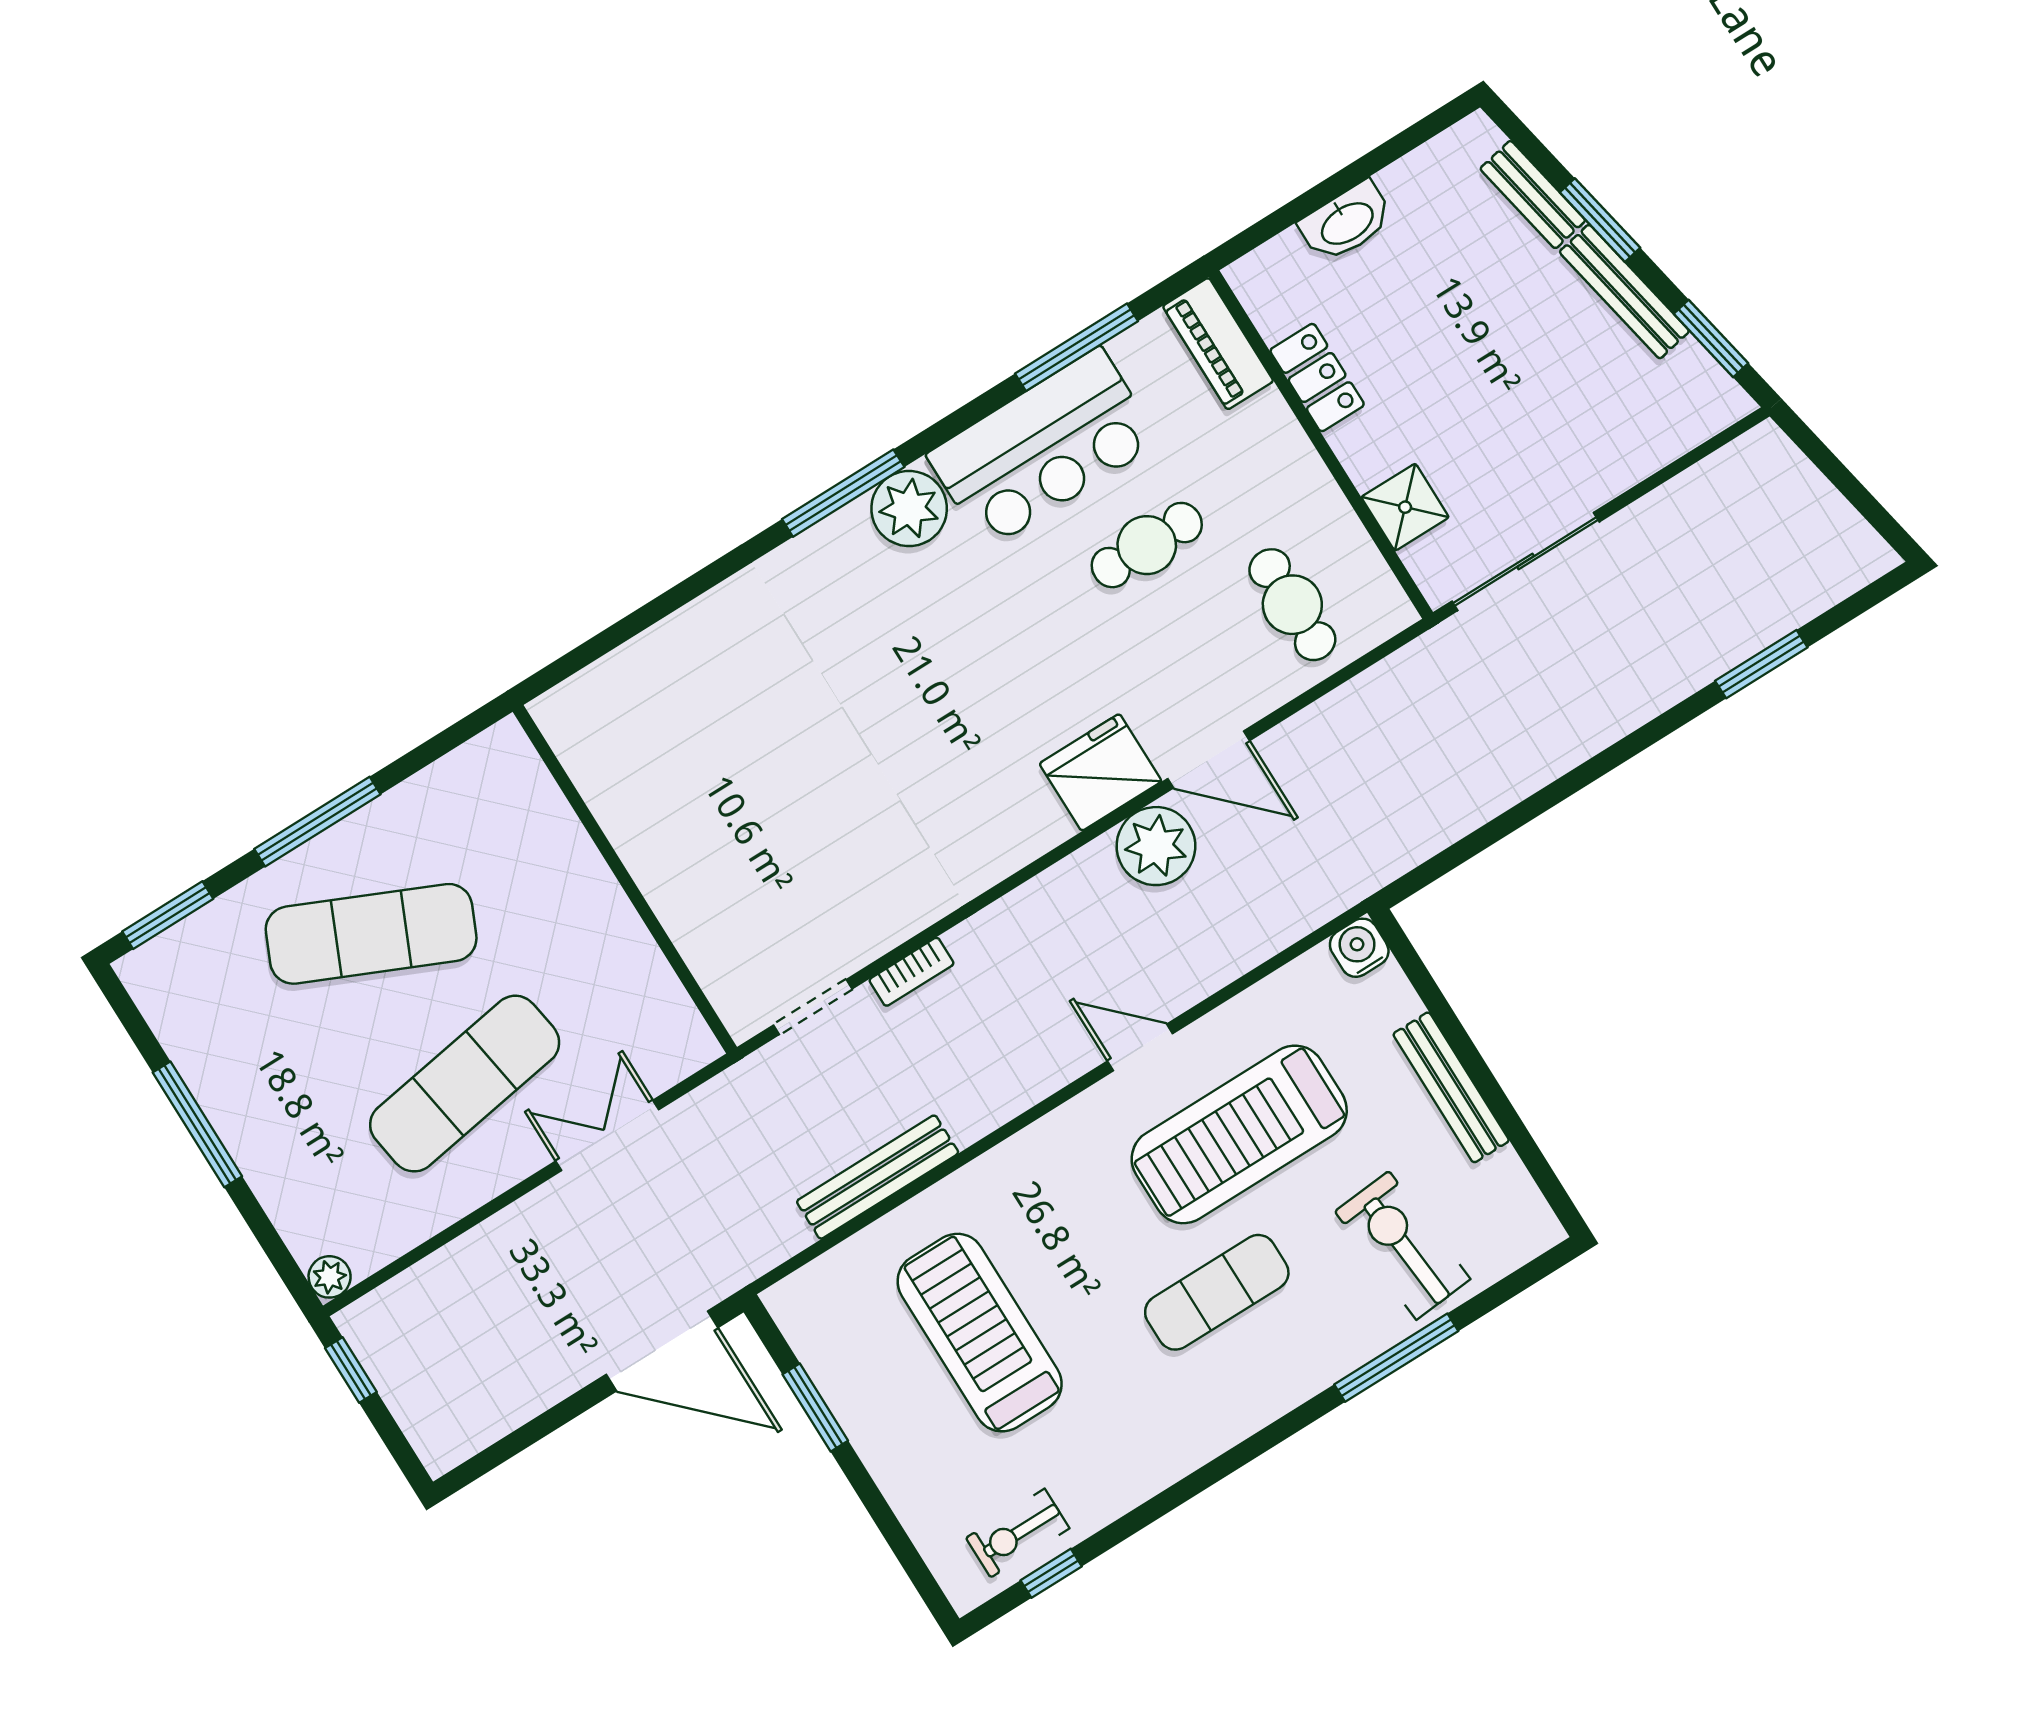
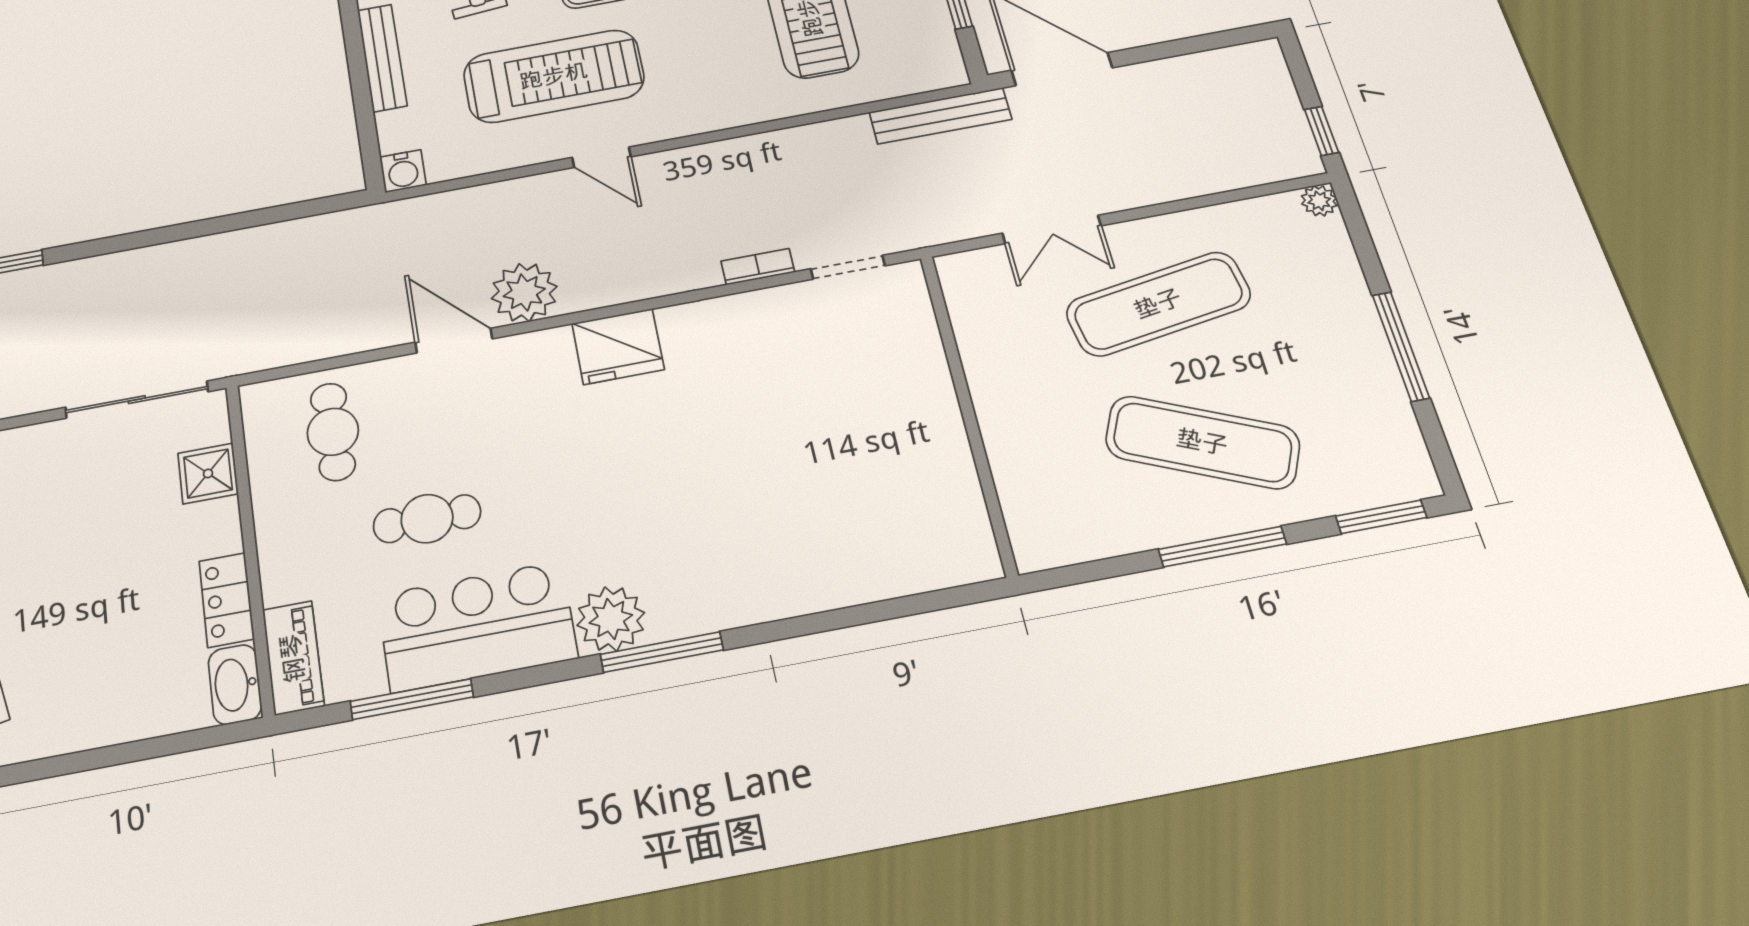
washbasin: (1346, 222) -> (235, 684), moved, turned -90
fridge: (1100, 772) -> (618, 346), moved
bench: (878, 1177) -> (940, 116), moved

